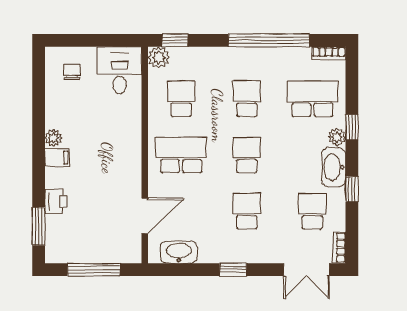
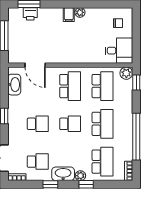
school desk: (181, 99) -> (103, 86), width x1.85
school desk: (247, 99) -> (103, 124), width x1.85
printer: (56, 202) -> (30, 14), moved

